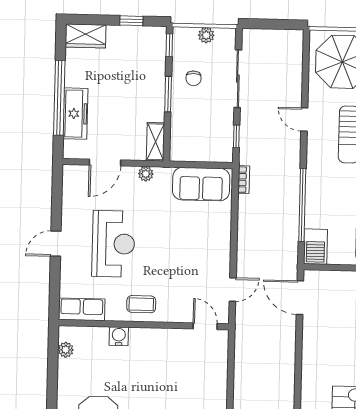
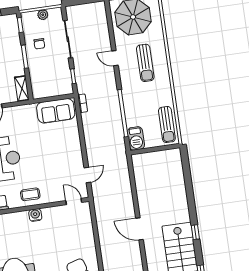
plant: (146, 174) -> (19, 110), removed
door: (300, 298) -> (140, 229), moved
water cooler: (119, 336) -> (35, 215), moved

